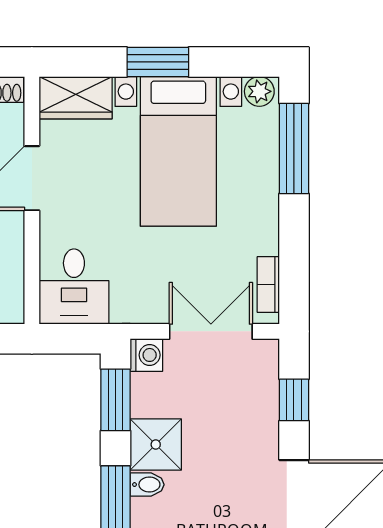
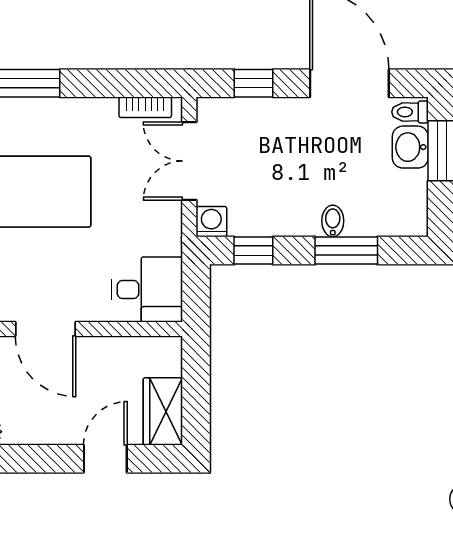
window: (116, 400) -> (253, 250), width x0.67
shower: (156, 444) -> (295, 213), removed

